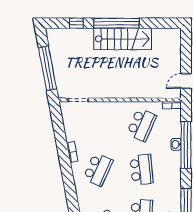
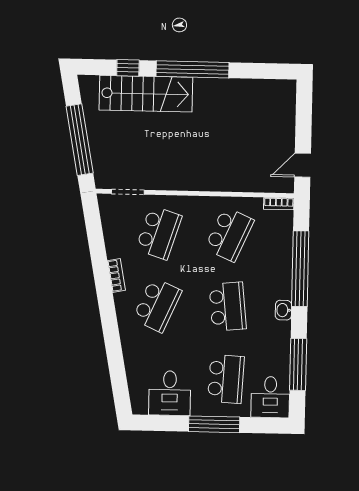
stairs: (123, 39) -> (146, 94), moved
school desk: (98, 125) -> (159, 233), added
washbasin: (176, 144) -> (283, 310), moved

